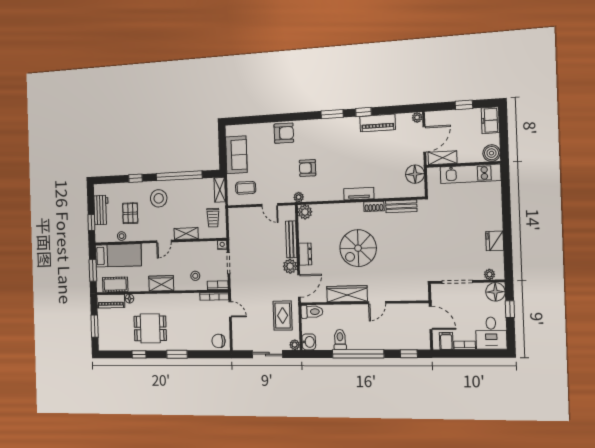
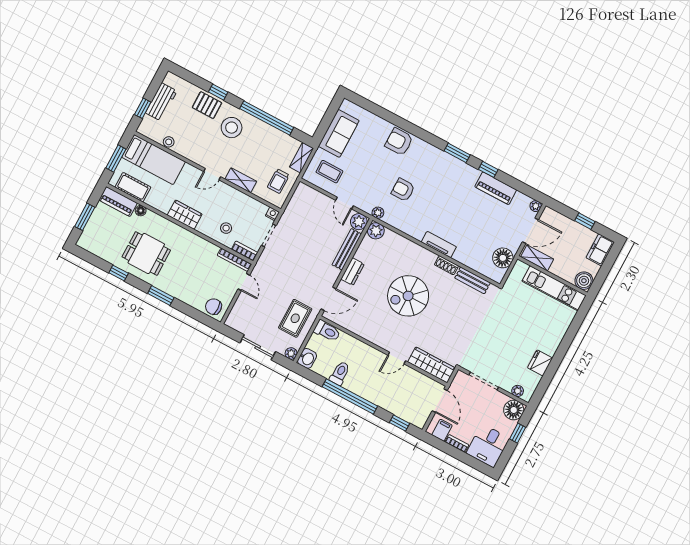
armchair: (284, 133) -> (399, 142), turned 180
pallet: (130, 213) -> (207, 105), moved, turned 90
plant: (290, 266) -> (359, 222), moved
wardrobe: (347, 294) -> (431, 365), moved

